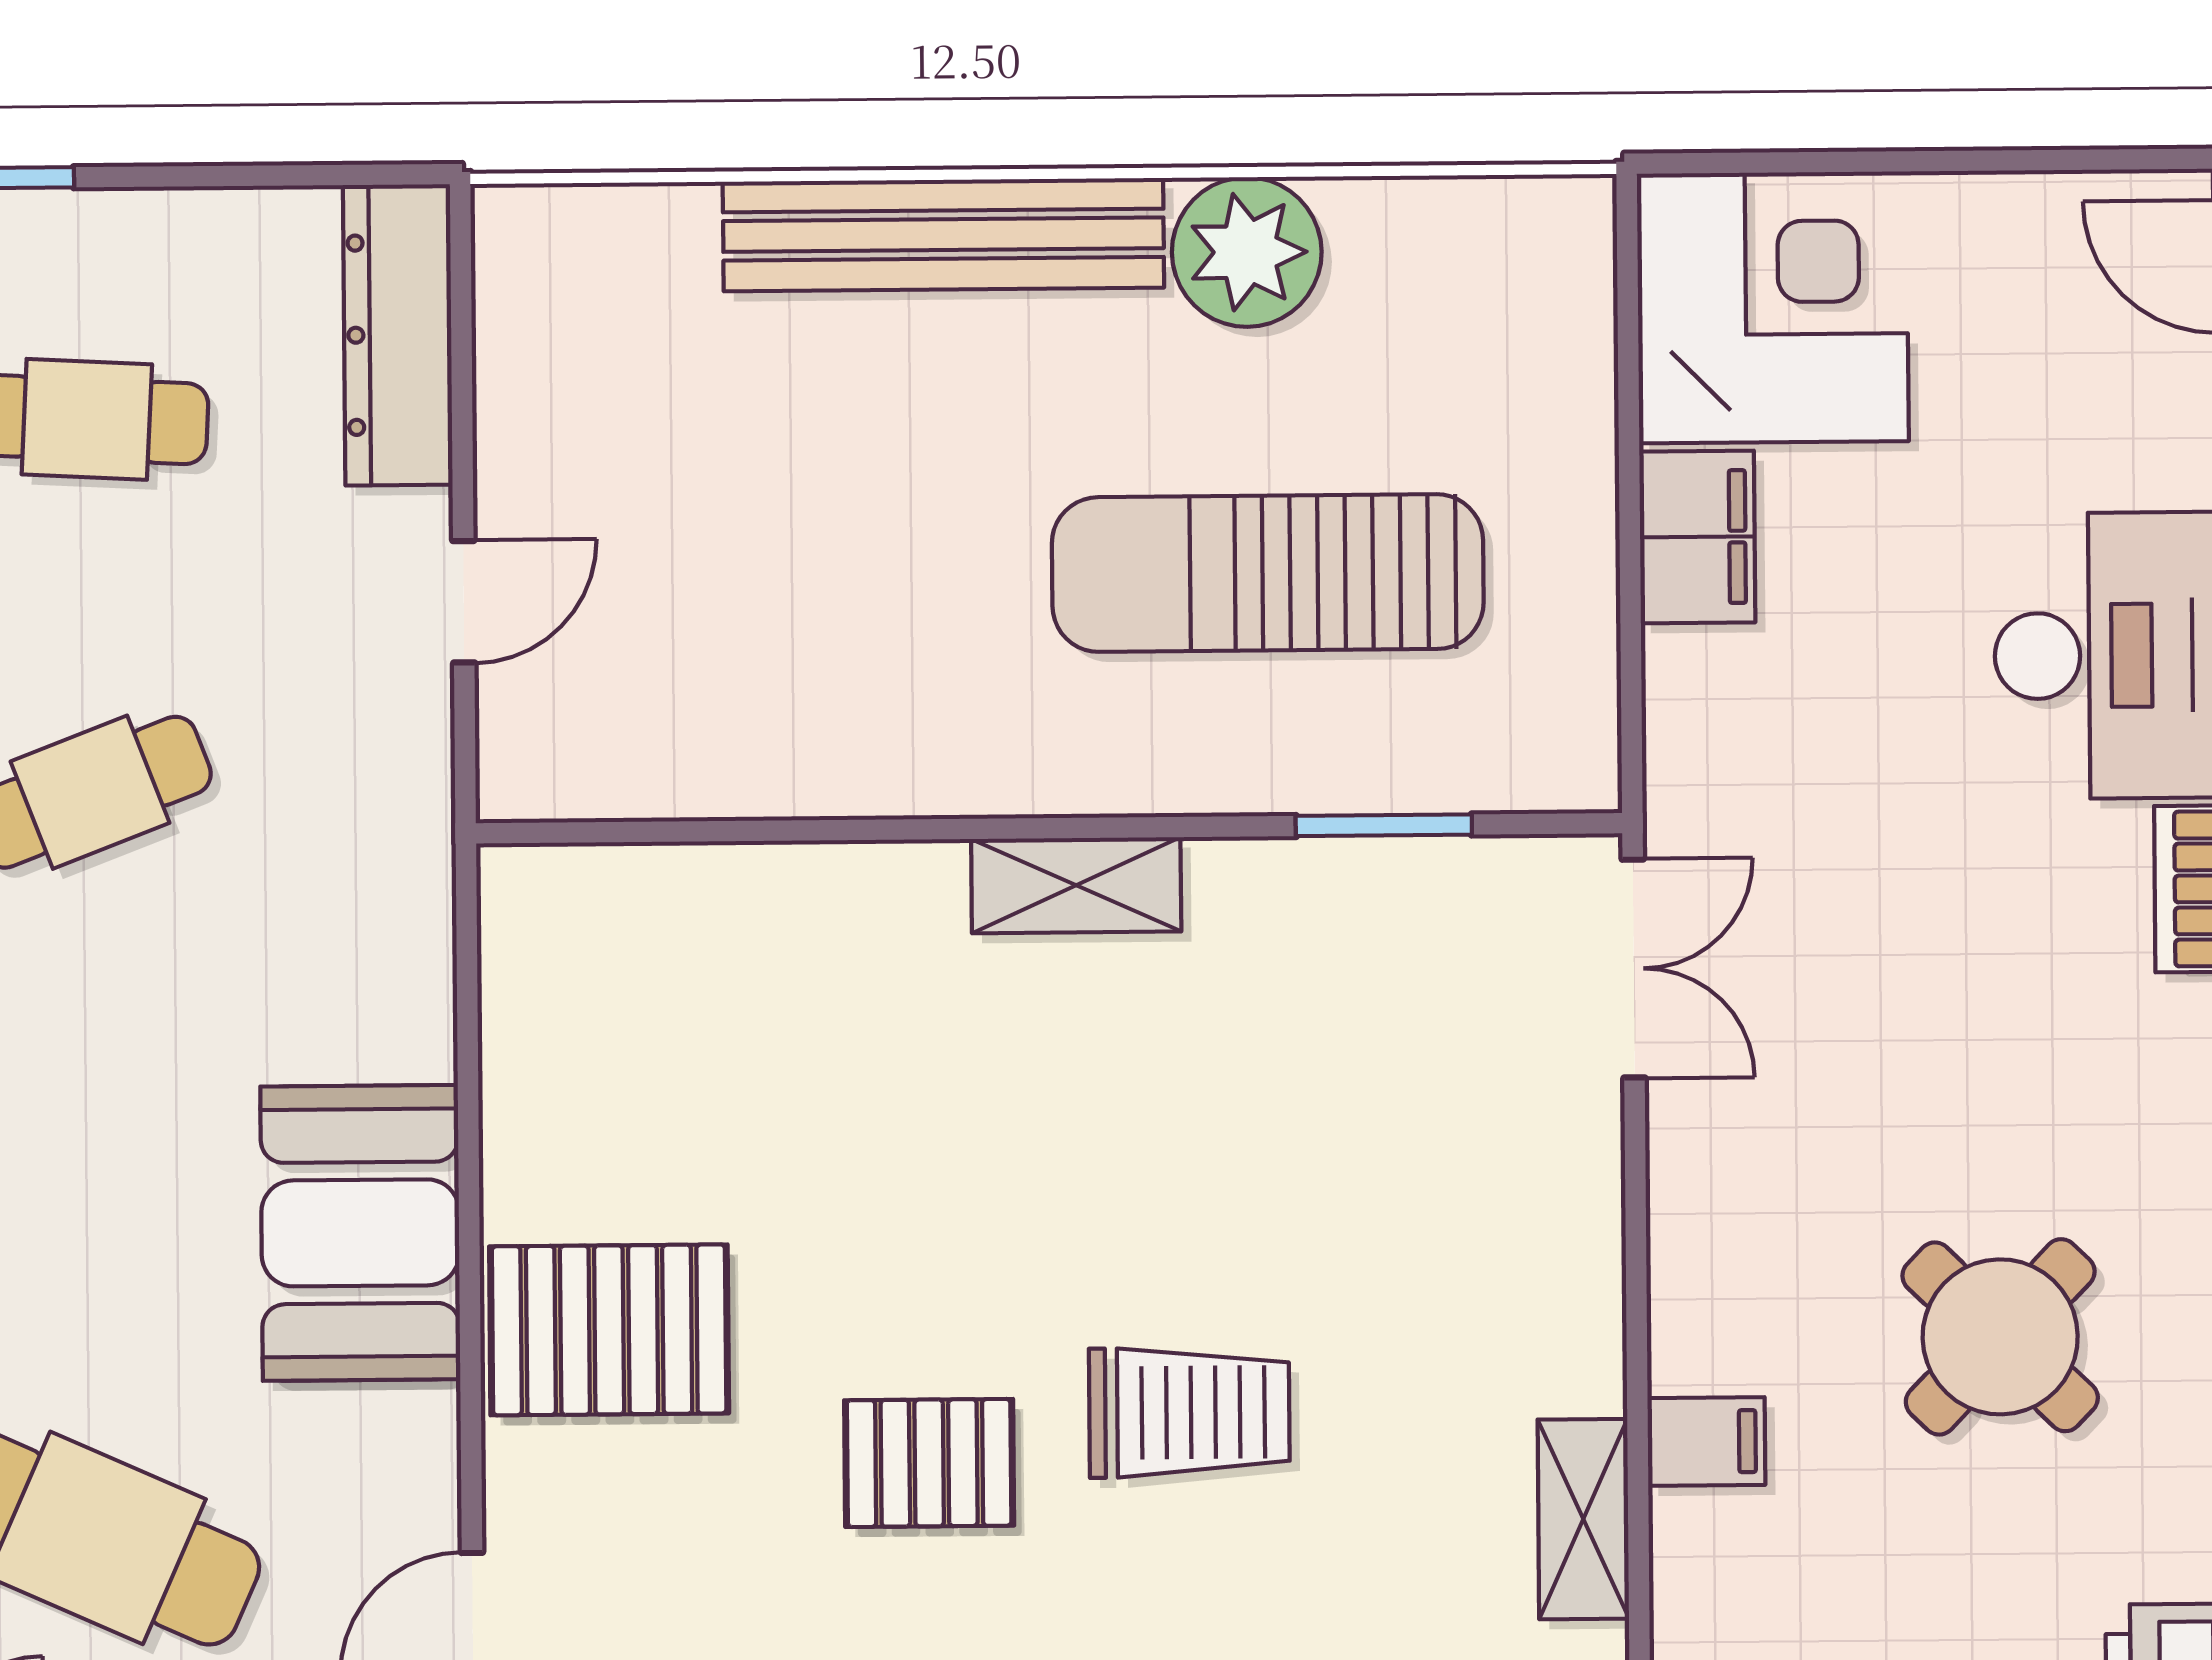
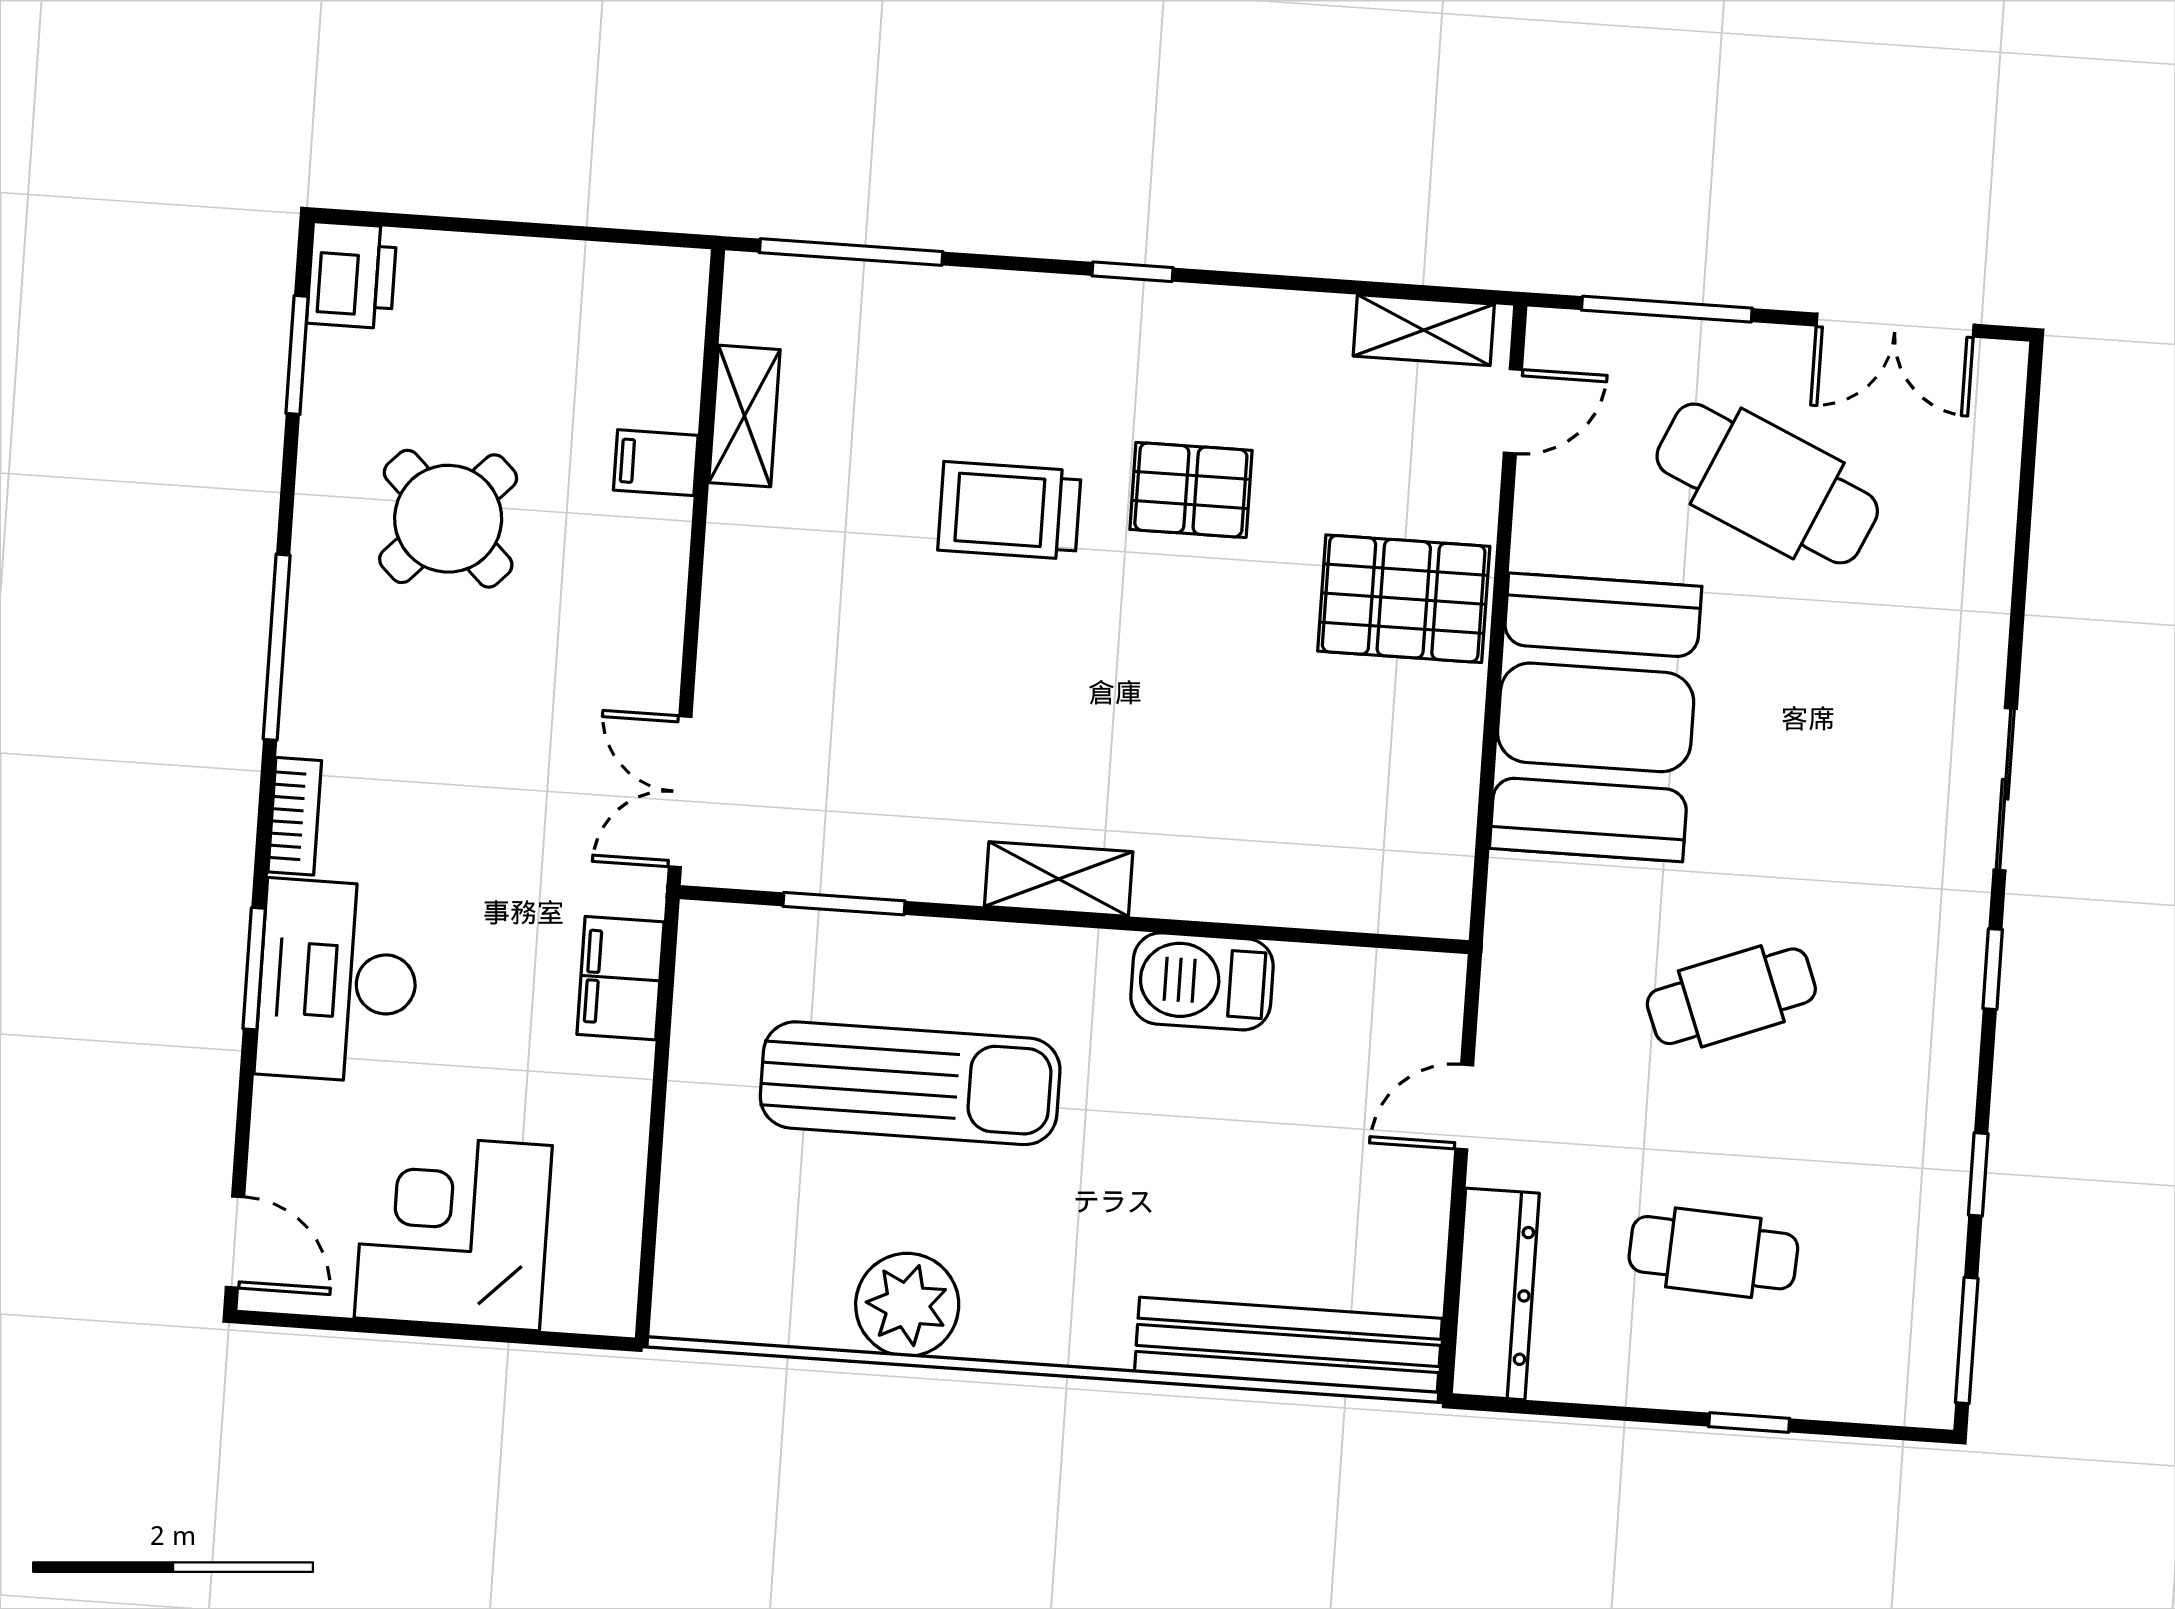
bench: (943, 235) -> (1288, 1345), moved
corner desk: (1773, 307) -> (453, 1232), moved, turned 90
filing cabinet: (1697, 537) -> (620, 978), moved
barbecue: (857, 753) -> (1202, 981), added
booth: (360, 1233) -> (1596, 717), width x1.36, depth x1.42

